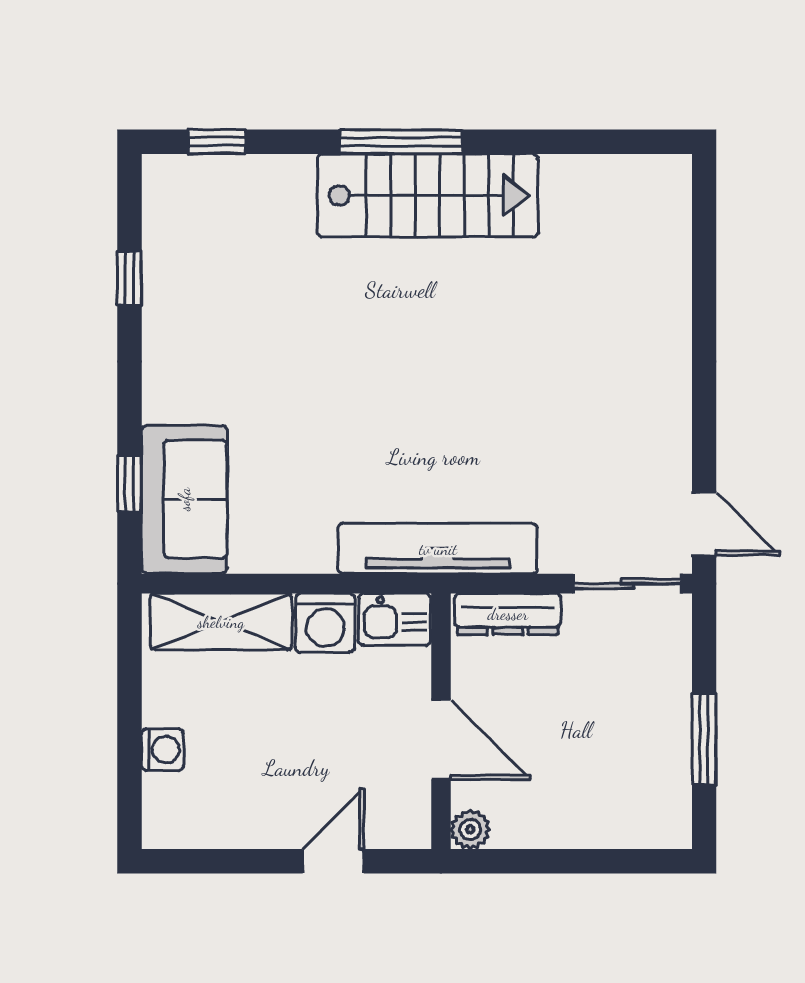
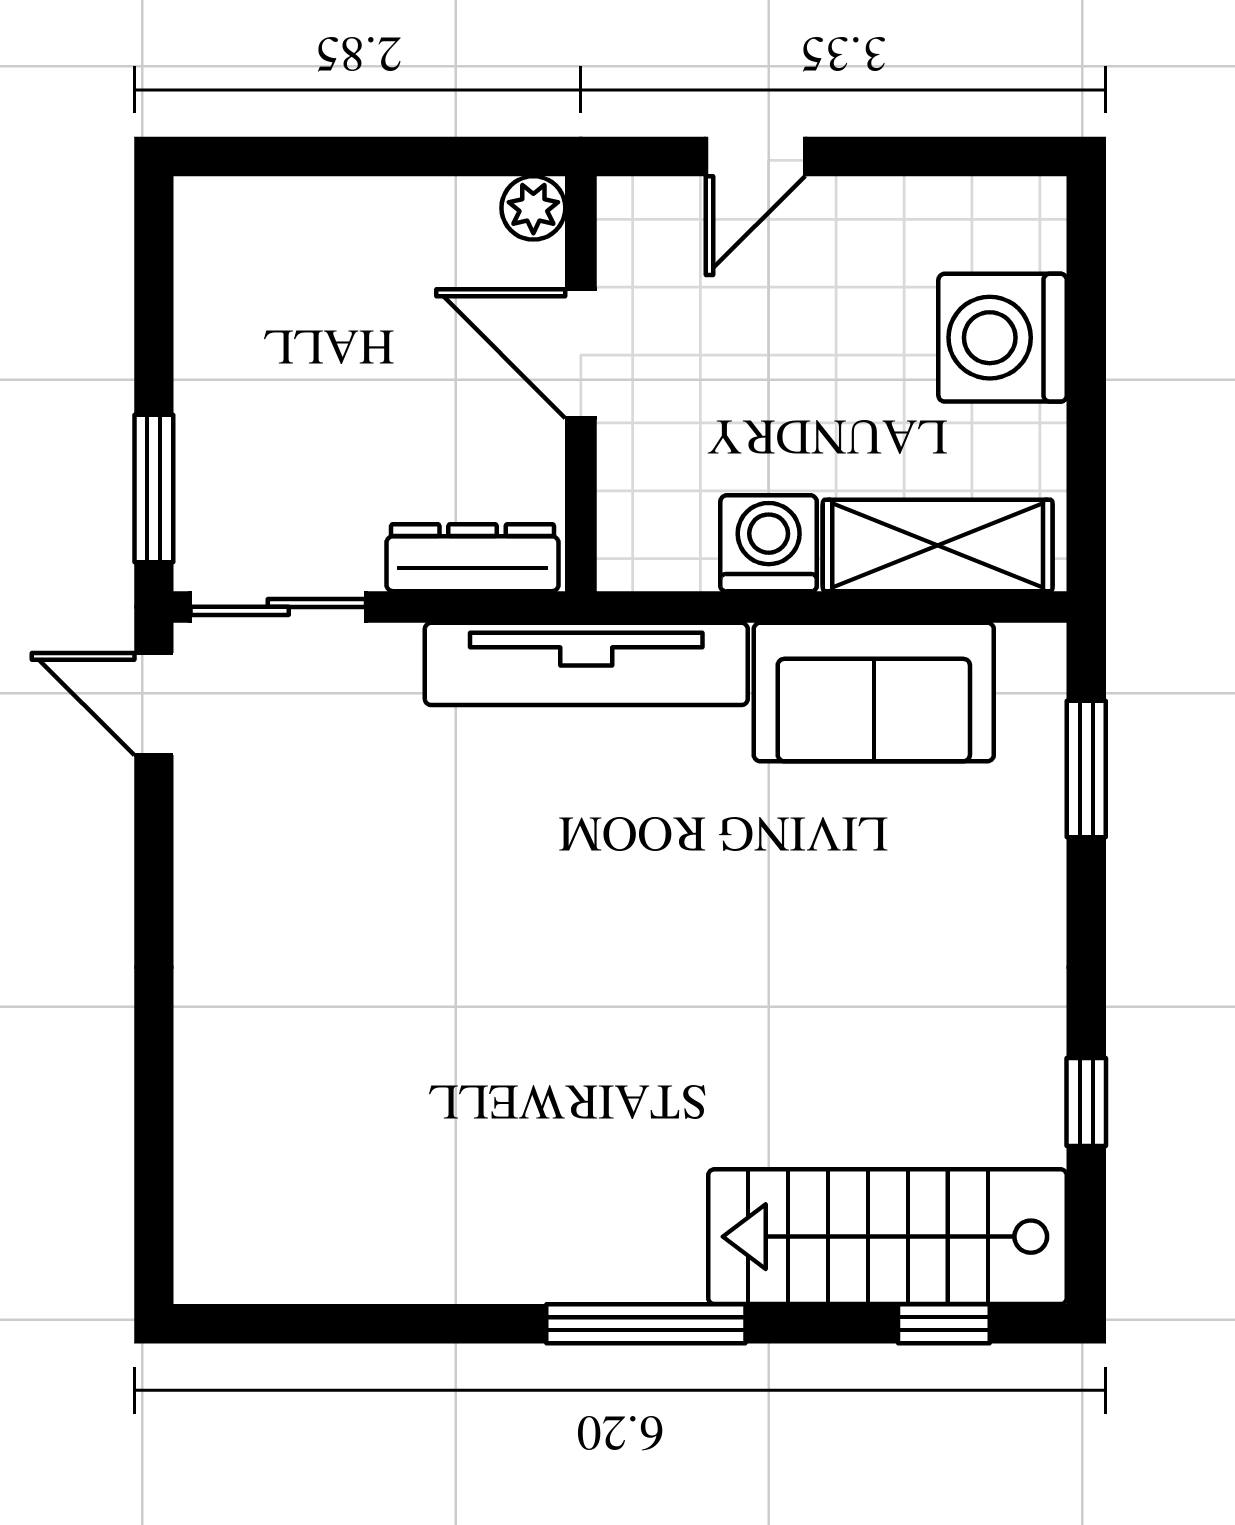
stairs: (428, 196) -> (887, 1237), moved
window: (129, 484) -> (1086, 769), width x1.50
sofa: (184, 499) -> (874, 692), moved, turned -90
kitchen sink: (395, 619) -> (656, 549), removed
window: (704, 739) -> (154, 489), moved
washing machine: (162, 750) -> (1003, 338), width x1.89, depth x1.89

